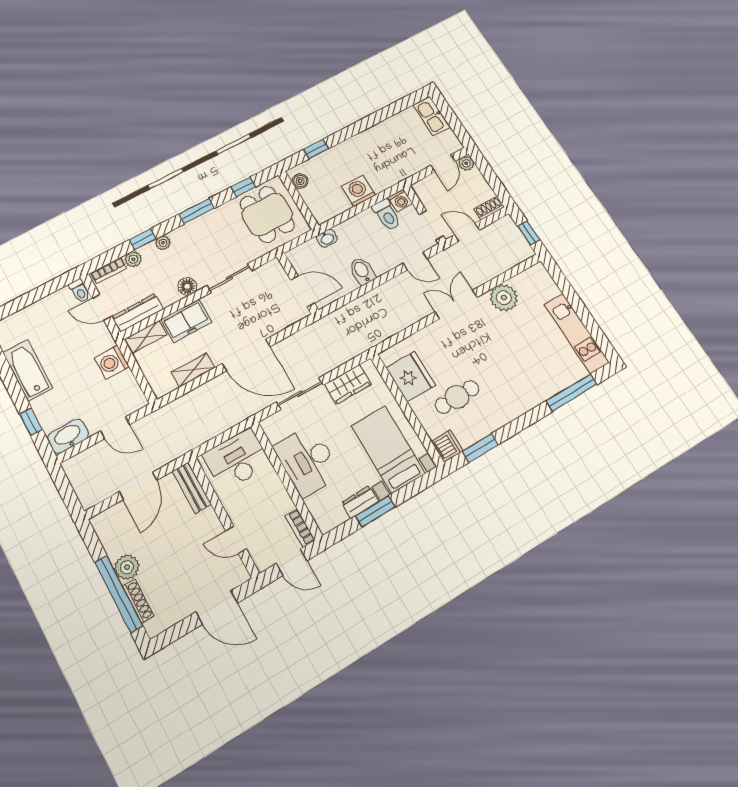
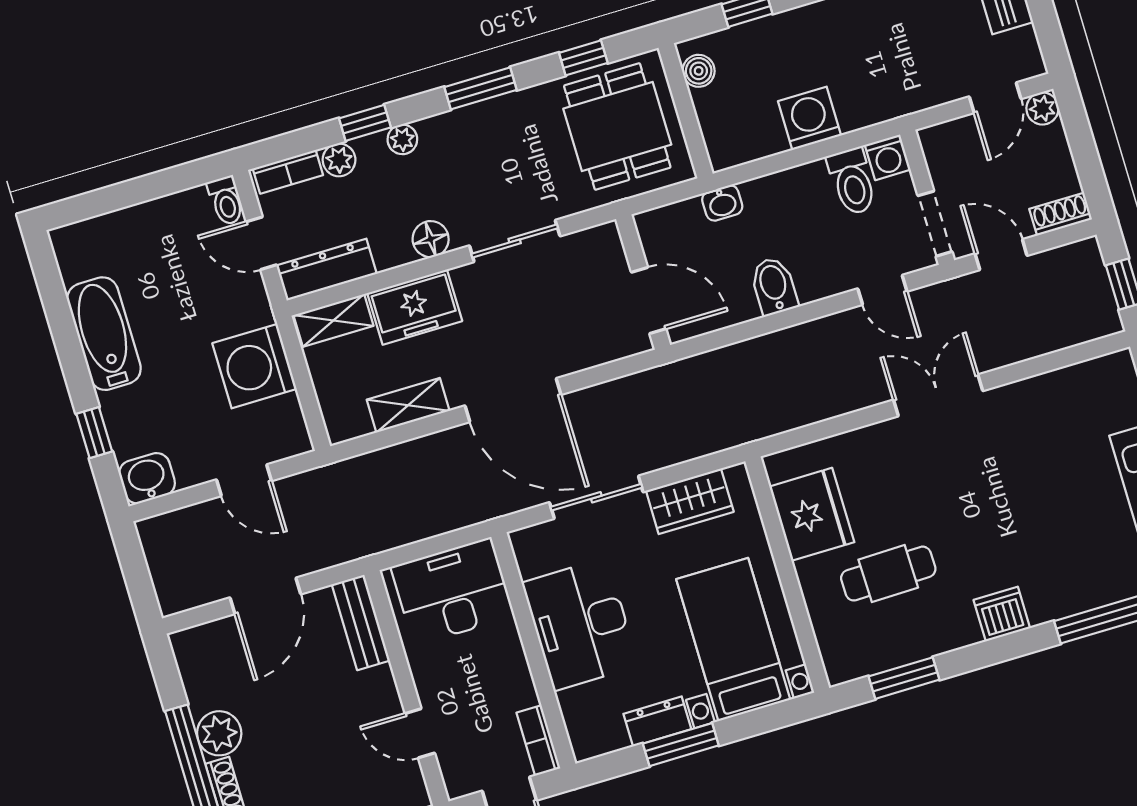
plant: (504, 298) -> (1034, 404), removed
washing machine: (112, 362) -> (254, 366), width x1.37, depth x1.37
washbasin: (68, 436) -> (147, 478), width x0.72
dishwasher: (447, 446) -> (1002, 614), moved, turned -90

